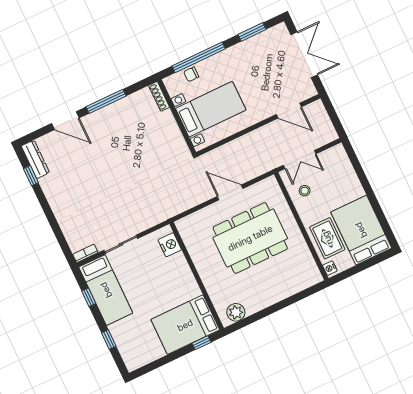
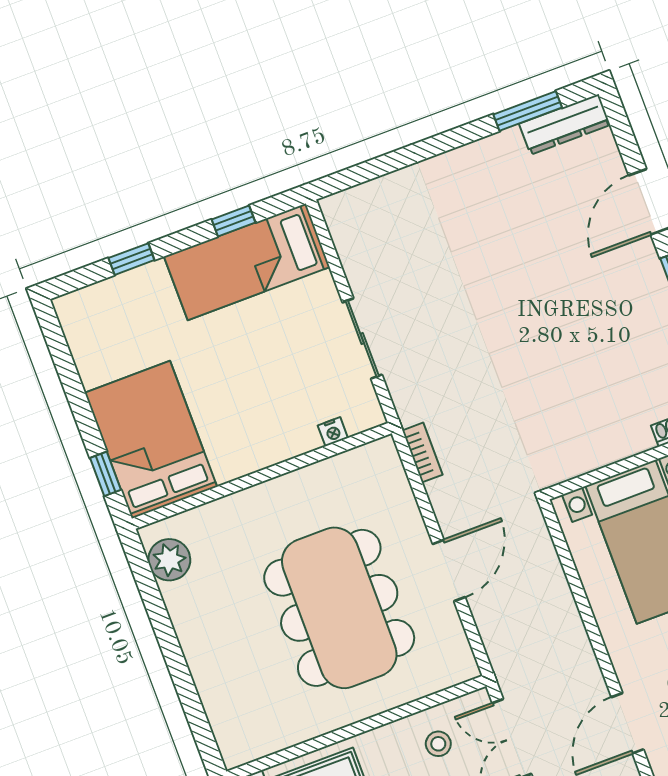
window: (31, 176) -> (528, 111), width x1.50
sliding door: (121, 244) -> (362, 339), moved
nightstand: (170, 245) -> (333, 432), width x0.53, depth x0.56
bookcase: (85, 253) -> (422, 453), moved

